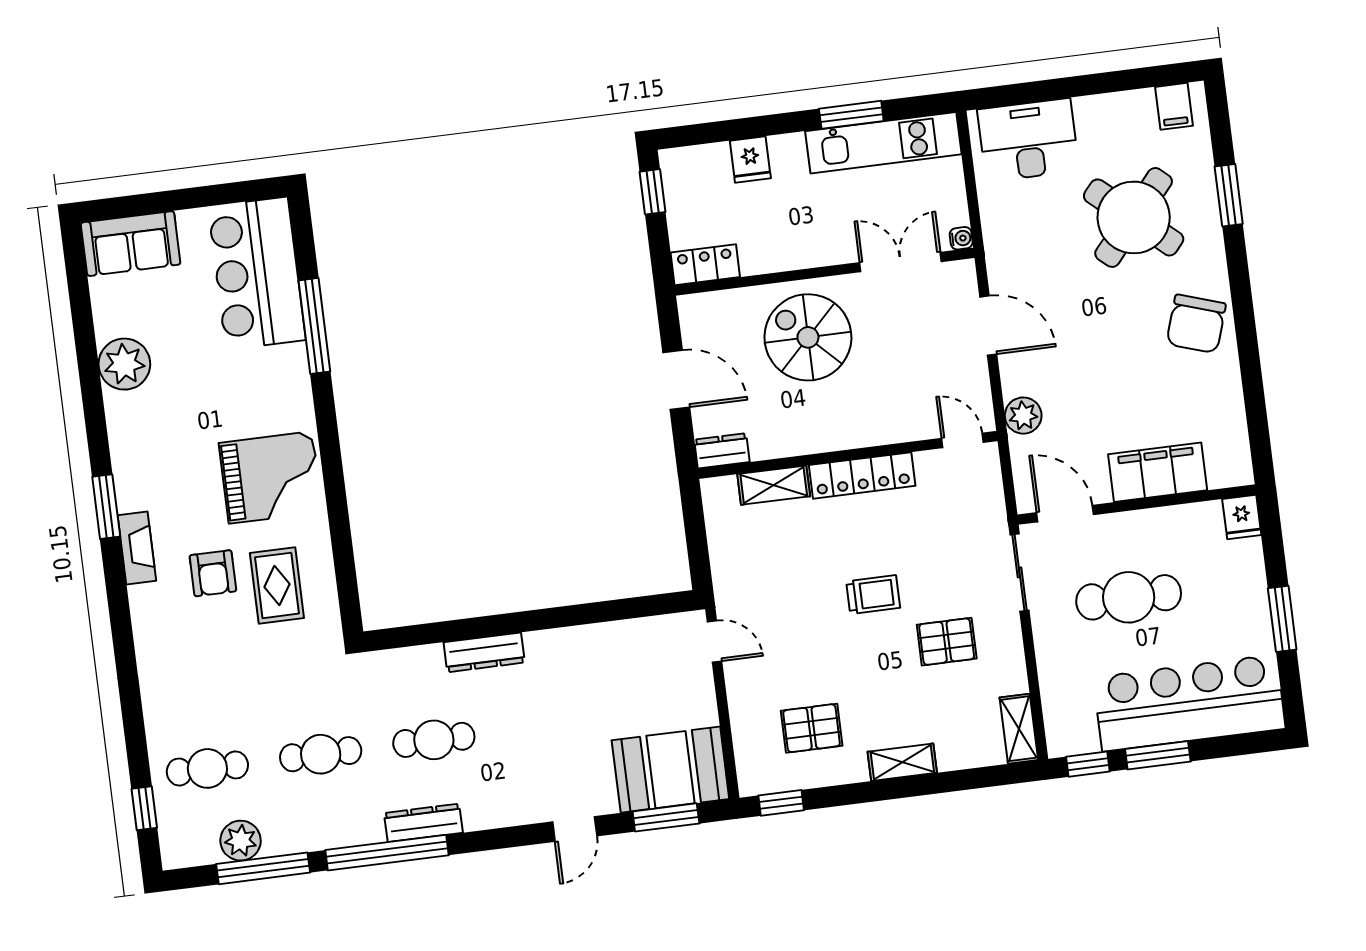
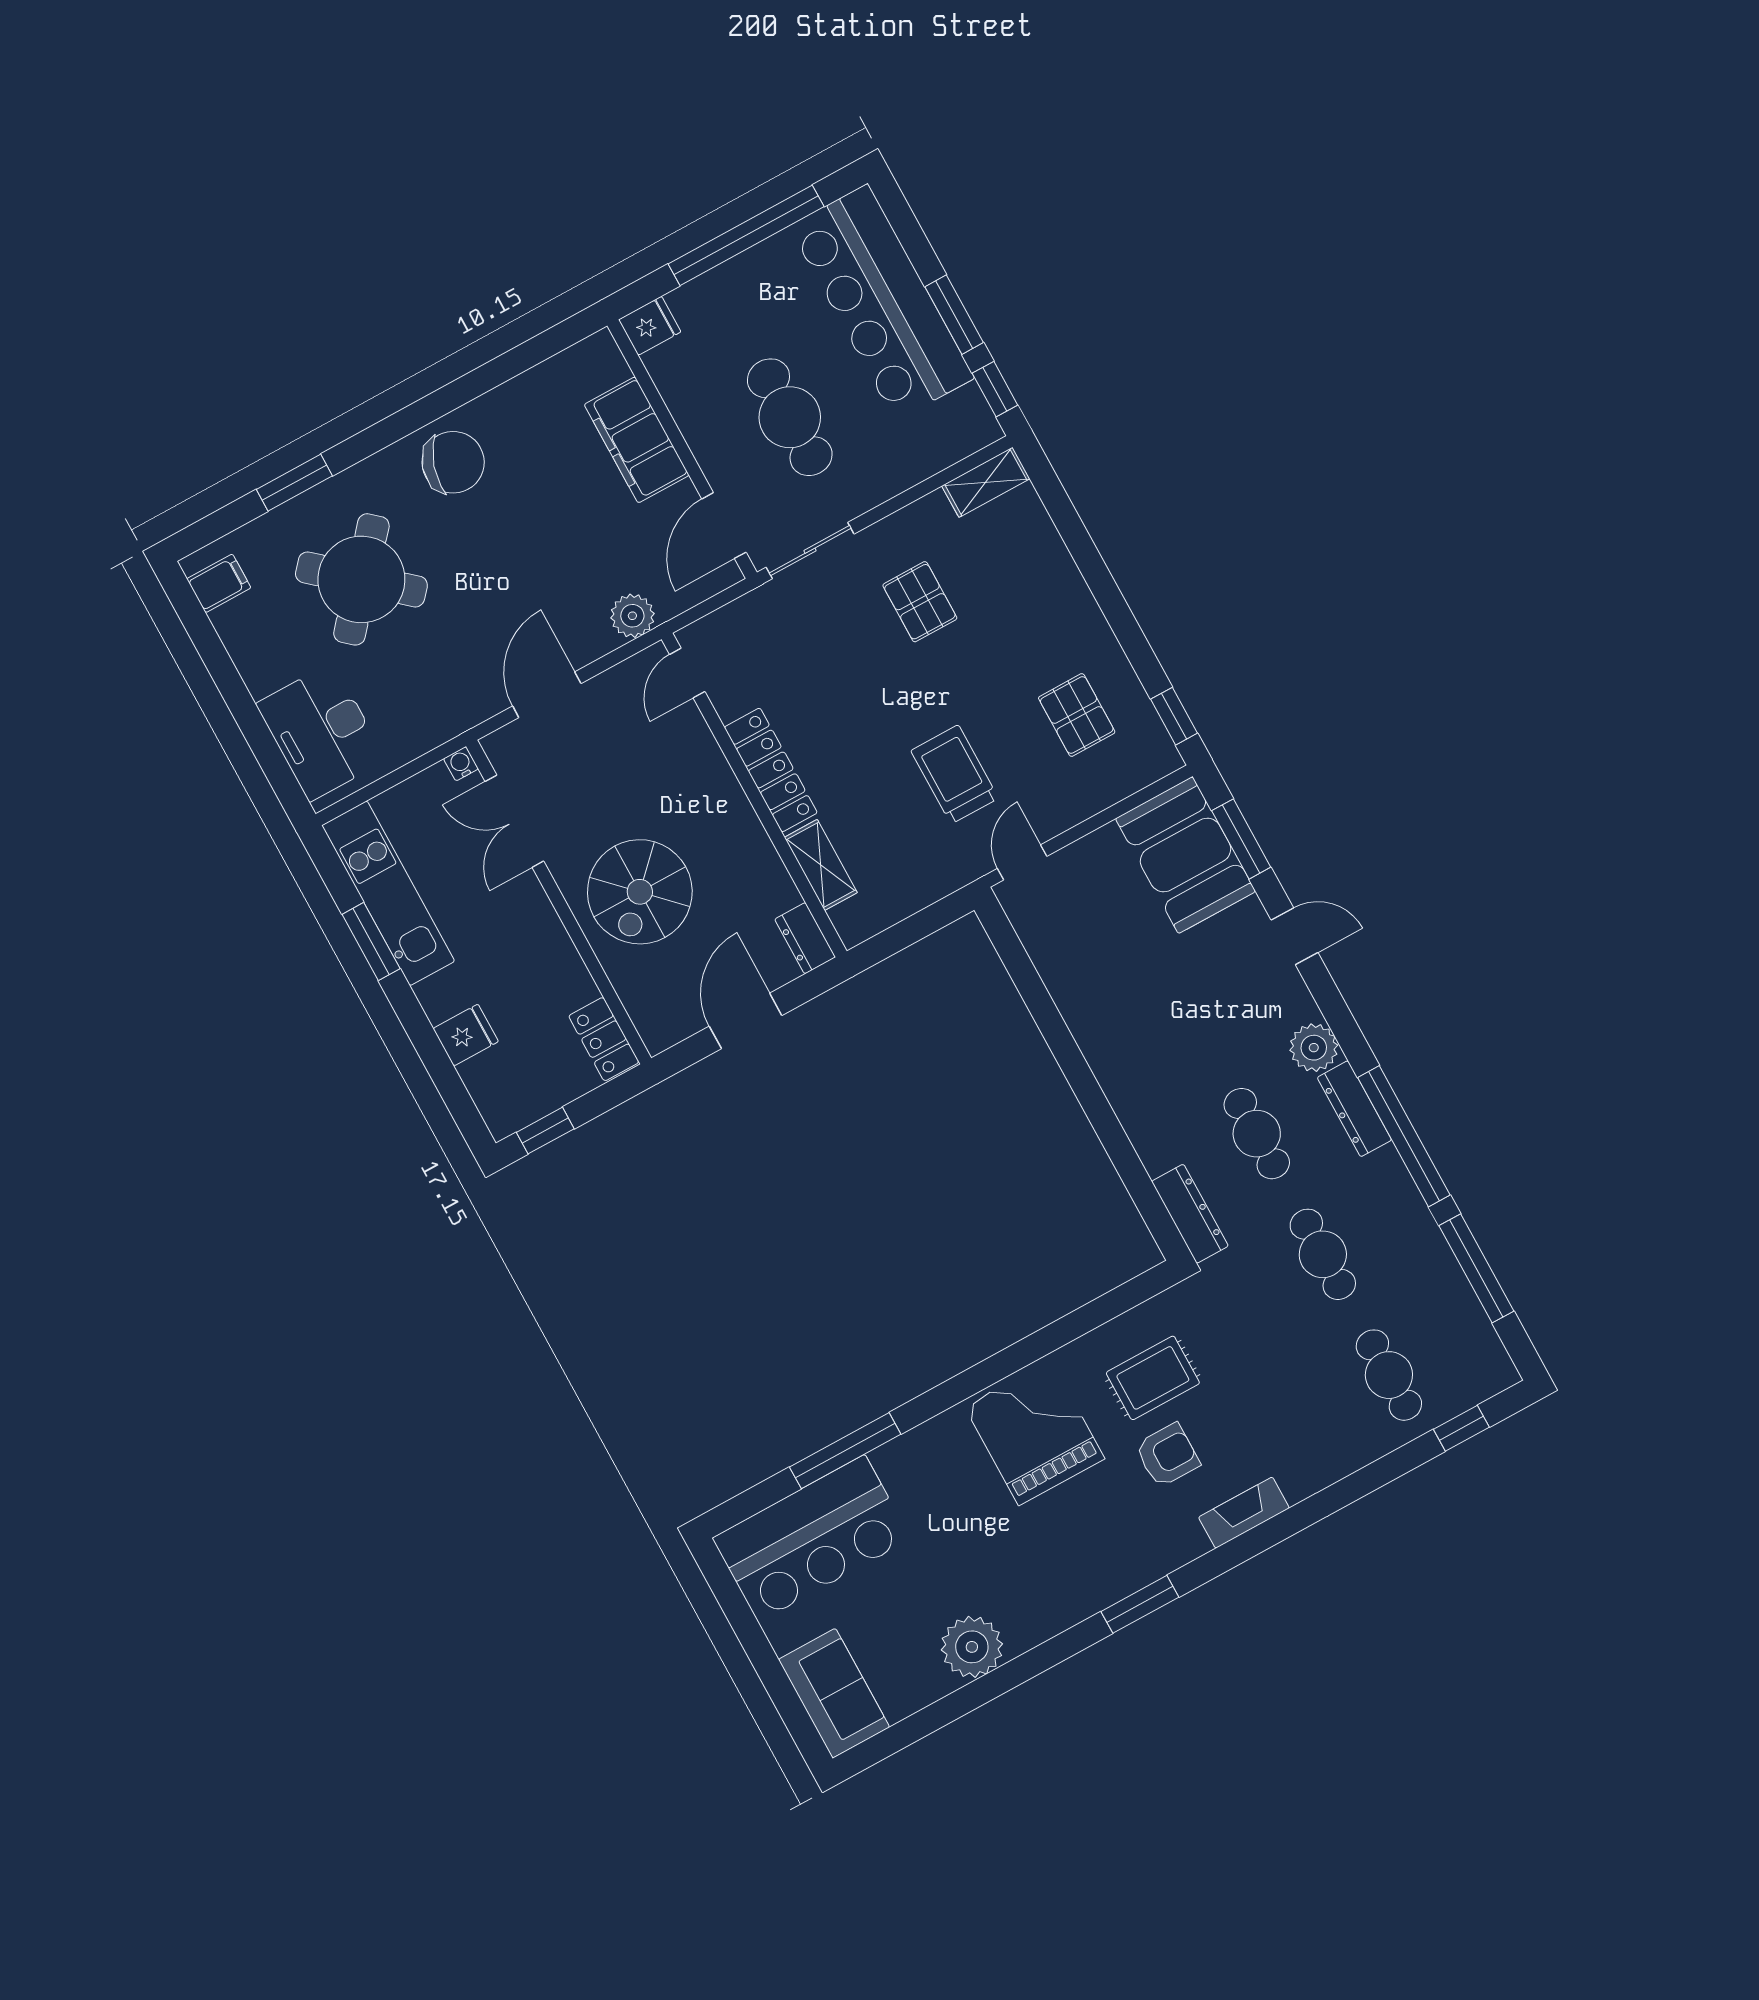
fireplace: (137, 548) -> (1244, 1513), moved
trolley: (873, 595) -> (955, 774), moved, width x1.36, depth x1.39
window: (1282, 619) -> (746, 235), width x2.11
dresser: (484, 652) -> (1190, 1214), moved
shelving: (902, 762) -> (1075, 598), removed
plant: (241, 841) -> (1314, 1048), moved

